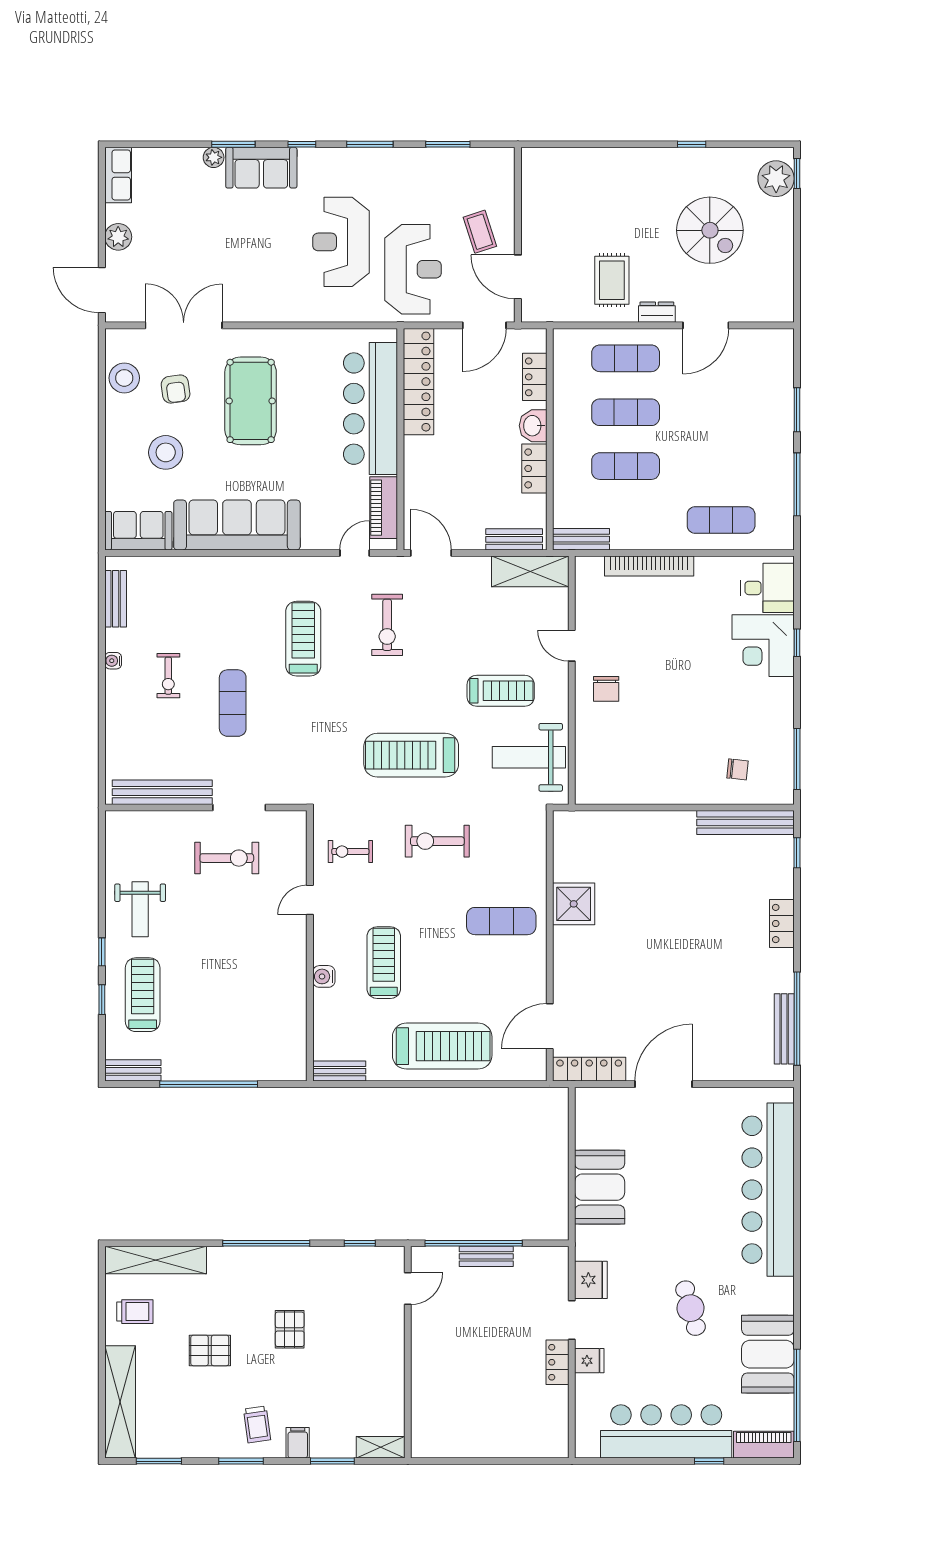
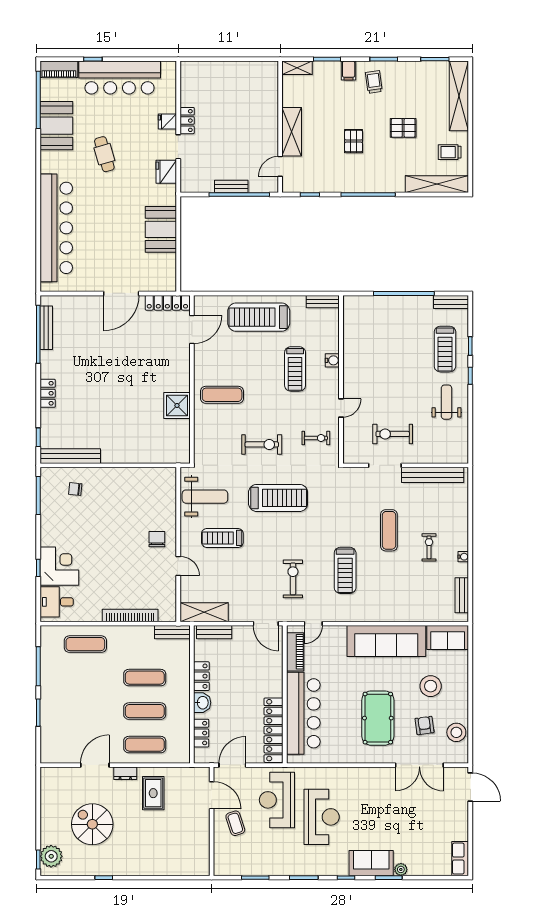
plant: (118, 237) -> (460, 820), removed
shelving: (389, 1344) -> (292, 132), added

